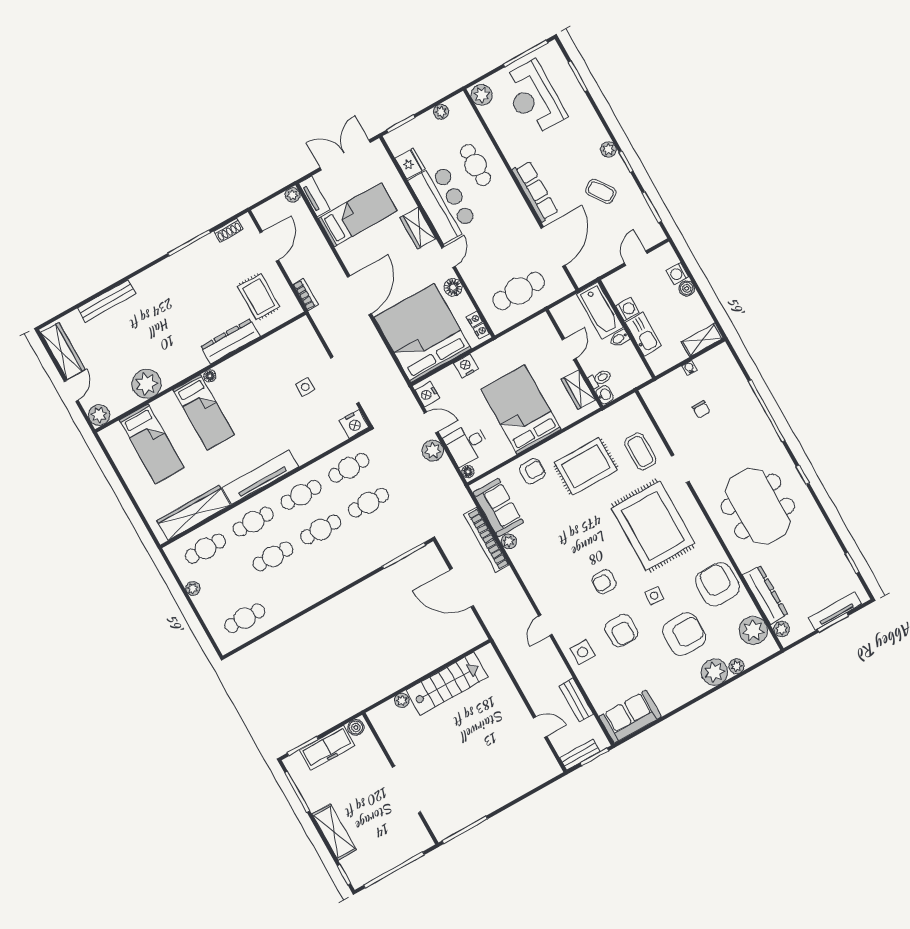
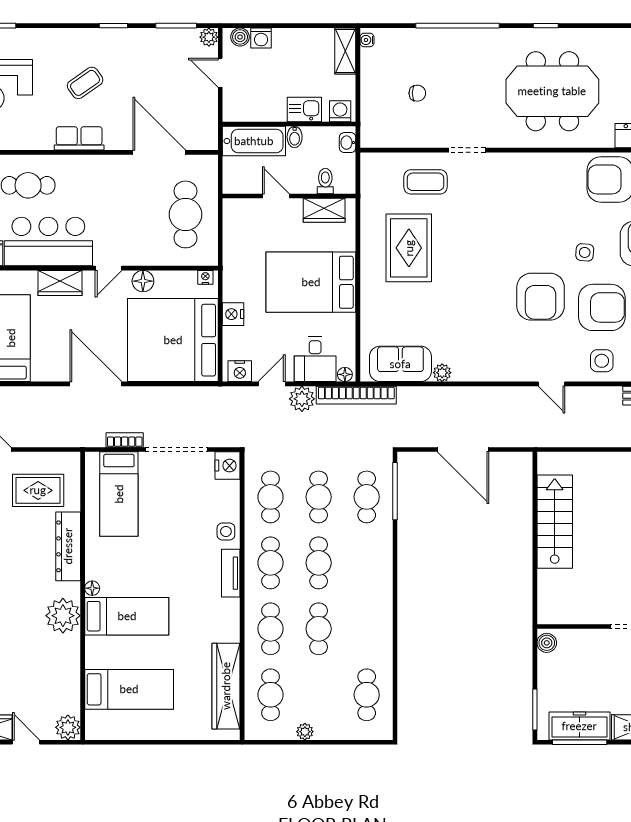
plant: (608, 149) -> (209, 37), moved
row of seats: (535, 191) -> (79, 138), width x0.68
coffee table: (601, 191) -> (85, 83), moved
door: (448, 257) -> (108, 268), swing flipped
boiler: (687, 288) -> (240, 37), moved
bookcase: (306, 294) -> (125, 440), moved
washing machine: (627, 309) -> (340, 111), moved
nightstand: (475, 319) -> (189, 277), removed
kitchen sink: (643, 334) -> (304, 109), width x0.73
bed: (289, 357) -> (119, 494), added
water cooler: (689, 368) -> (367, 40), moved
plant: (146, 384) -> (63, 616), moved
side table: (305, 387) -> (226, 532), moved
washbasin: (605, 395) -> (348, 143), moved, turned -90
armchair: (532, 471) -> (382, 307), removed
tv unit: (260, 477) -> (231, 573), width x0.52, depth x0.78
rug: (653, 526) -> (511, 212), removed
cafe table: (388, 537) -> (367, 497), added
bookcase: (486, 540) -> (356, 395), moved
armchair: (604, 582) -> (541, 297), width x1.88, depth x1.88
door: (462, 588) -> (463, 449), hinge flipped
armchair: (621, 631) -> (602, 307), width x1.36, depth x1.36
plant: (402, 701) -> (546, 579), removed
freezer: (327, 748) -> (579, 726), moved, turned -90

